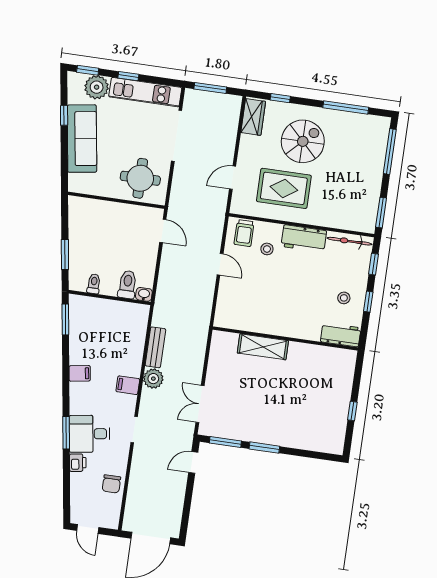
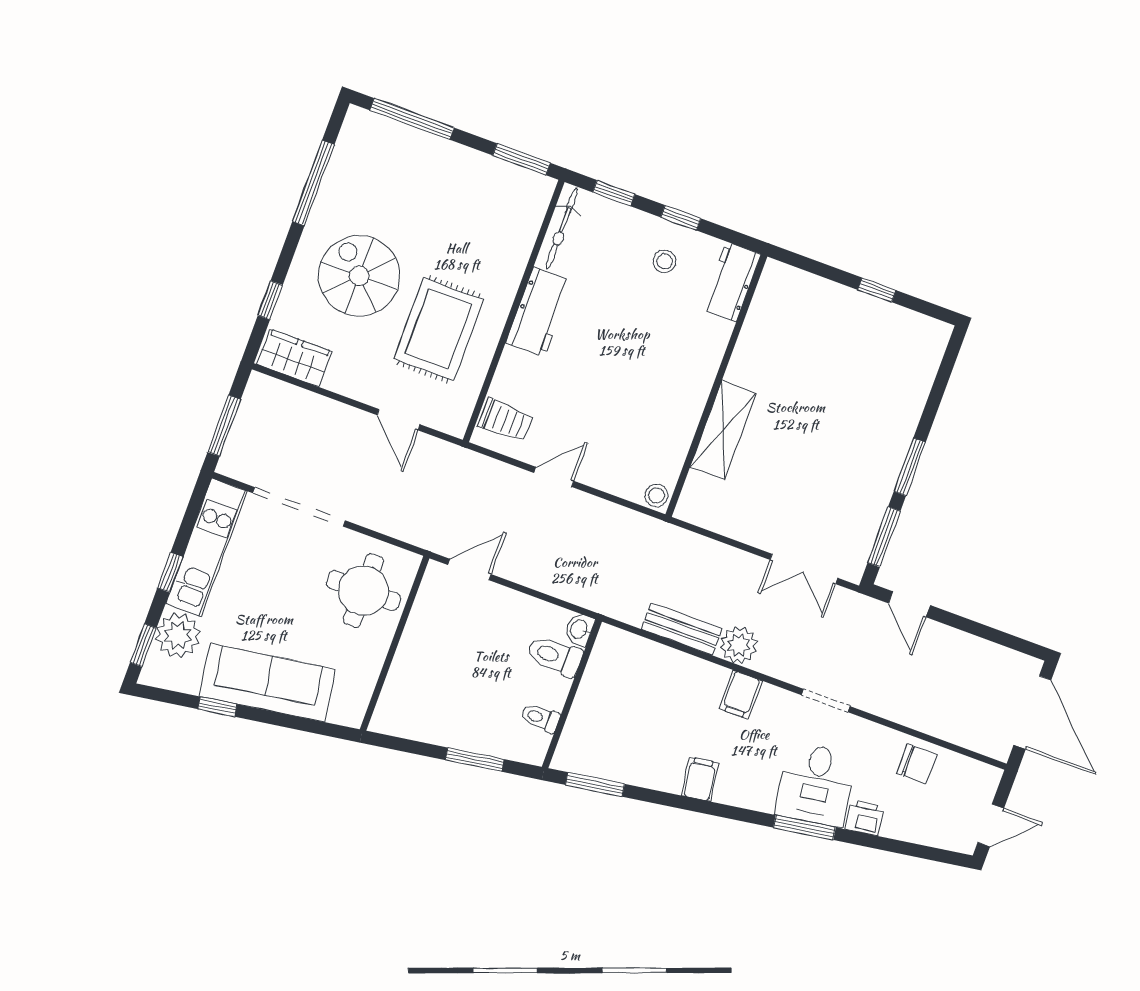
stool: (267, 249) -> (656, 496), moved

